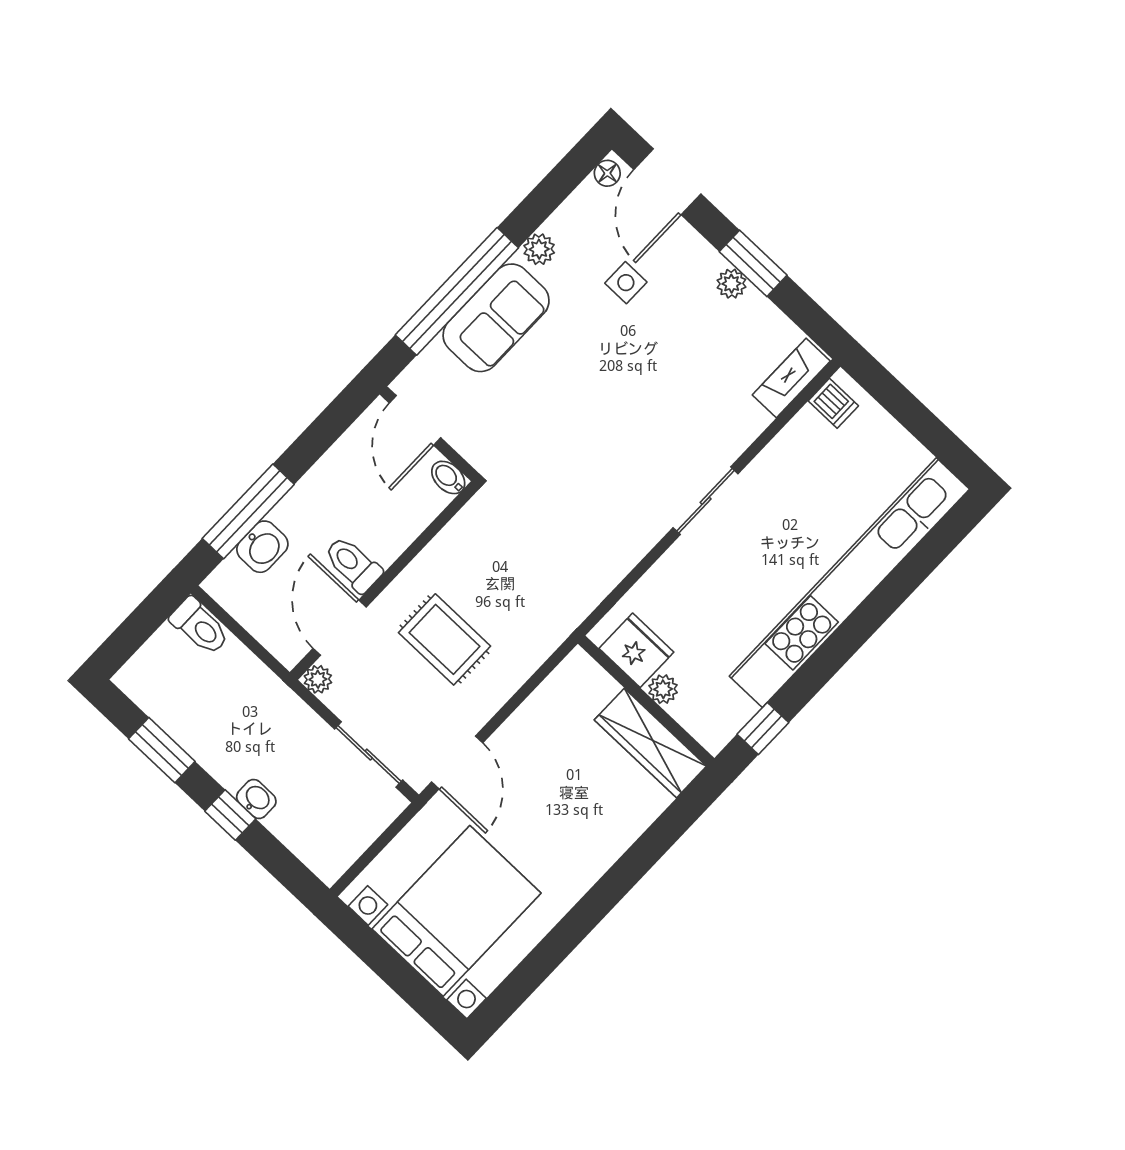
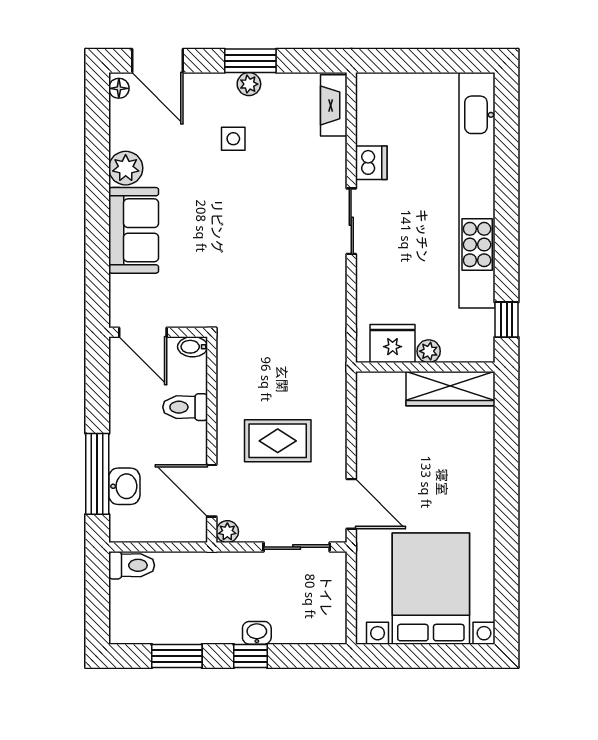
plant: (539, 249) -> (126, 168), width x1.38, depth x1.38
side table: (626, 283) -> (233, 139), moved
window: (457, 291) -> (97, 236), removed
dishwasher: (833, 403) -> (371, 163), moved, width x1.38
toilet: (353, 564) -> (185, 407), moved

